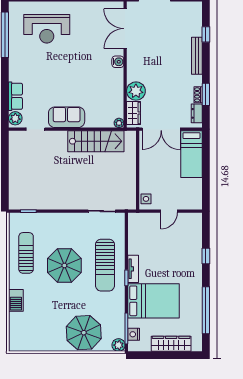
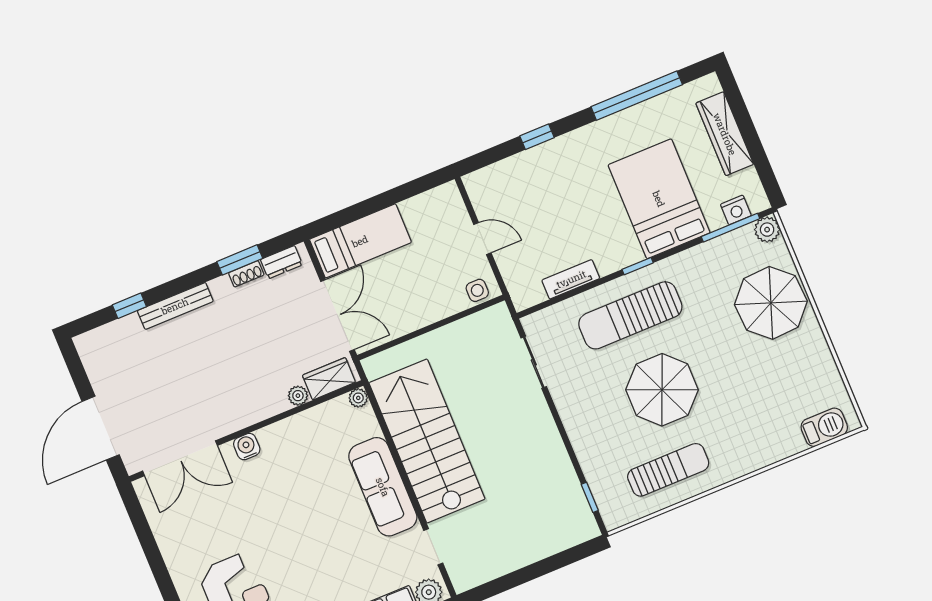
plant: (136, 91) -> (298, 396), width x0.53, depth x0.53
sofa: (67, 117) -> (383, 487), width x1.36
stairs: (96, 141) -> (427, 441), width x1.36, depth x1.51
sun lounger: (26, 253) -> (668, 470), turned 180
sun lounger: (105, 265) -> (630, 315), turned 180
tv unit: (133, 269) -> (571, 279), moved
barbecue: (16, 300) -> (824, 427), moved

